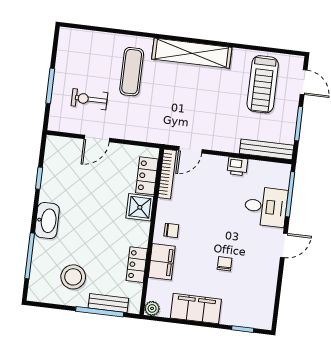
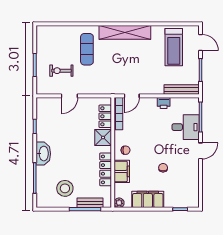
locker: (137, 265) -> (106, 169), width x1.53

